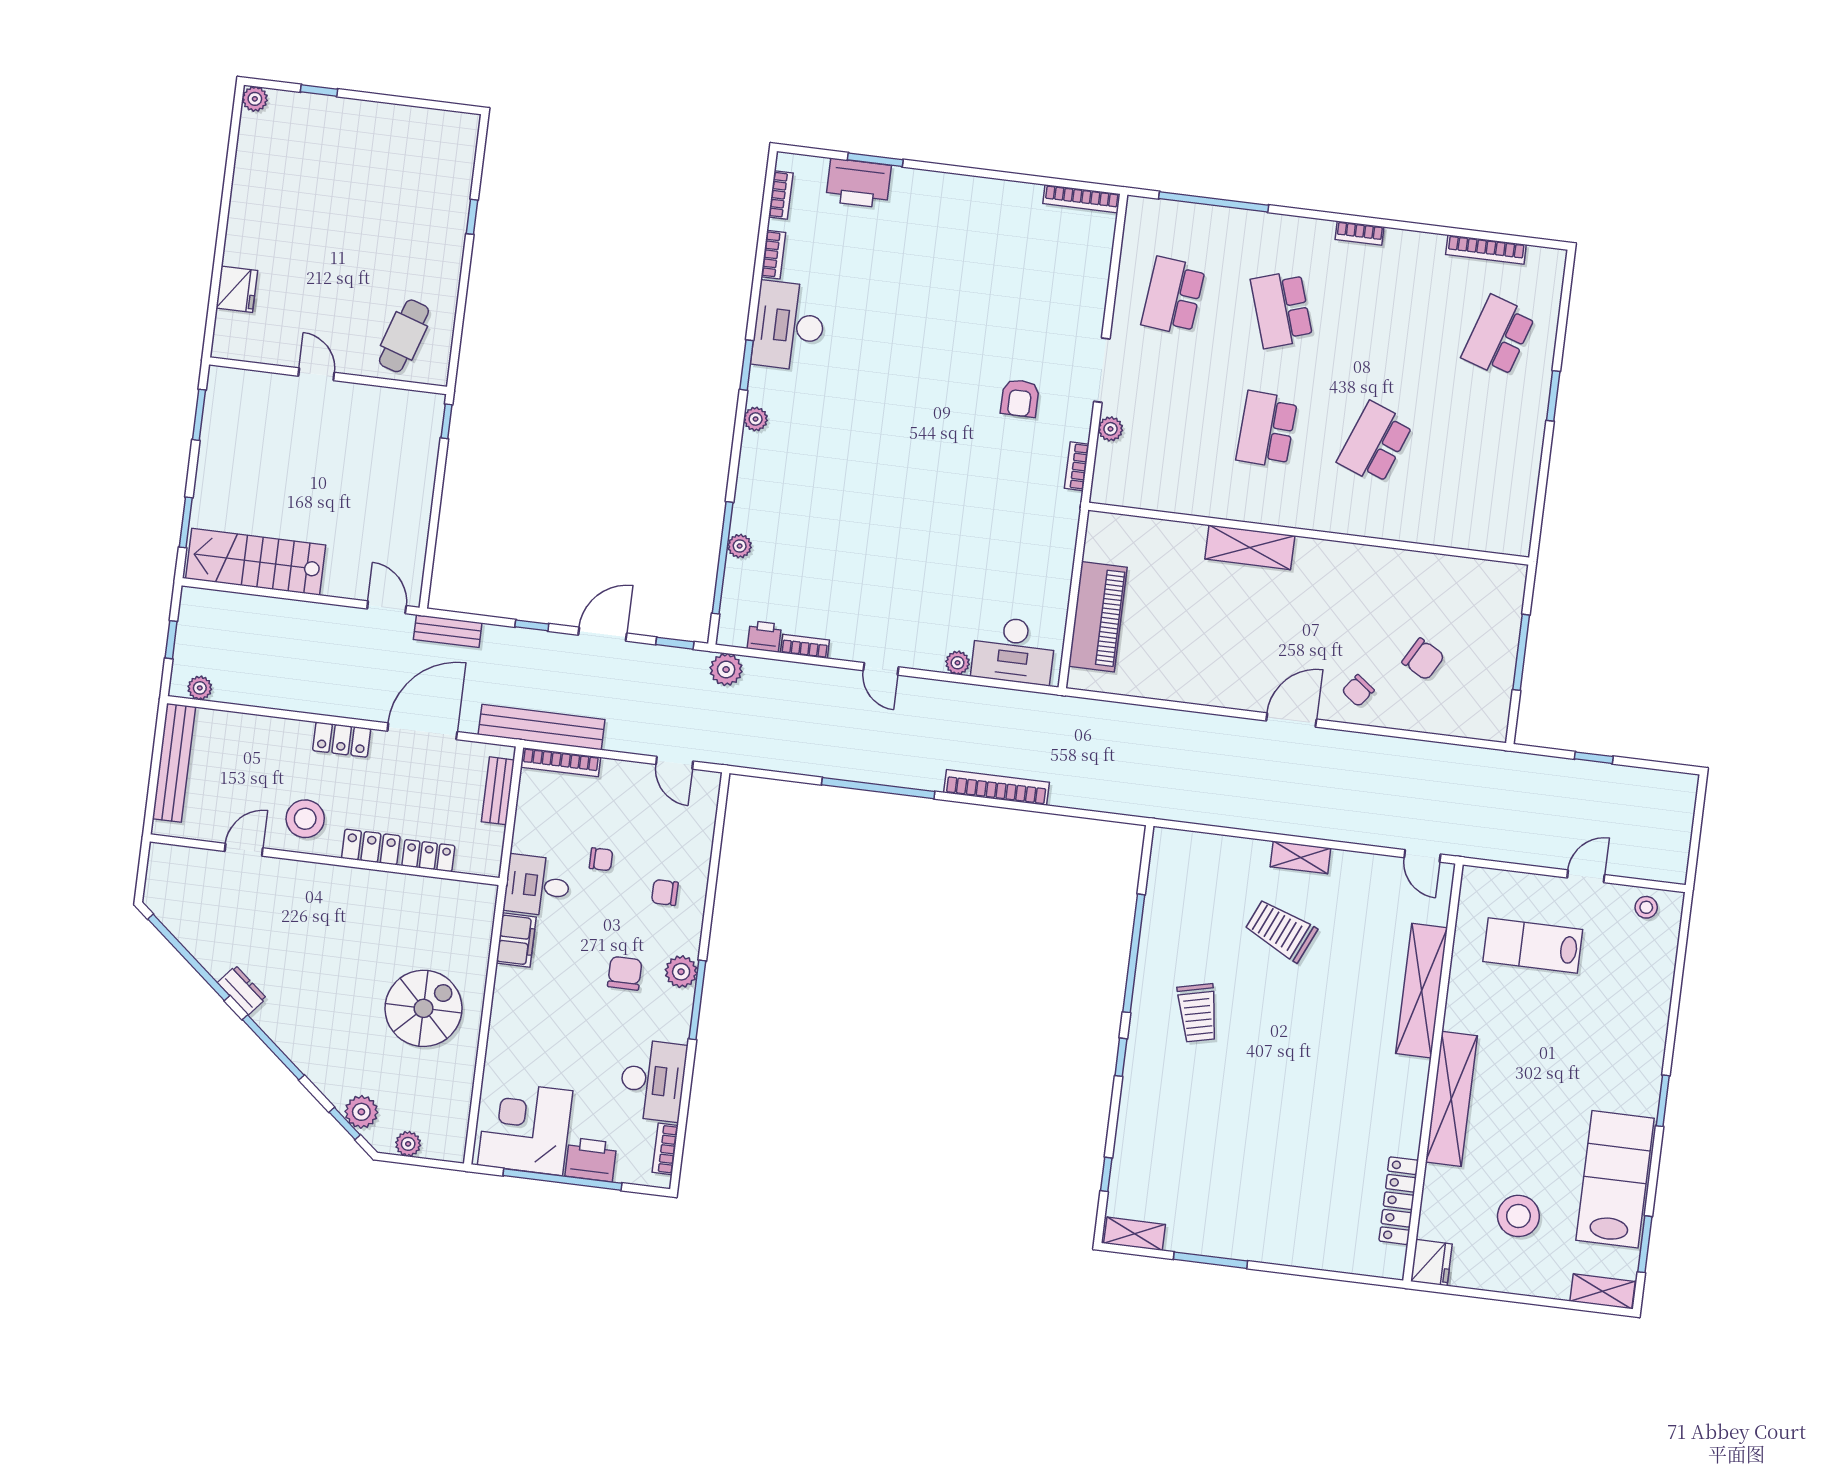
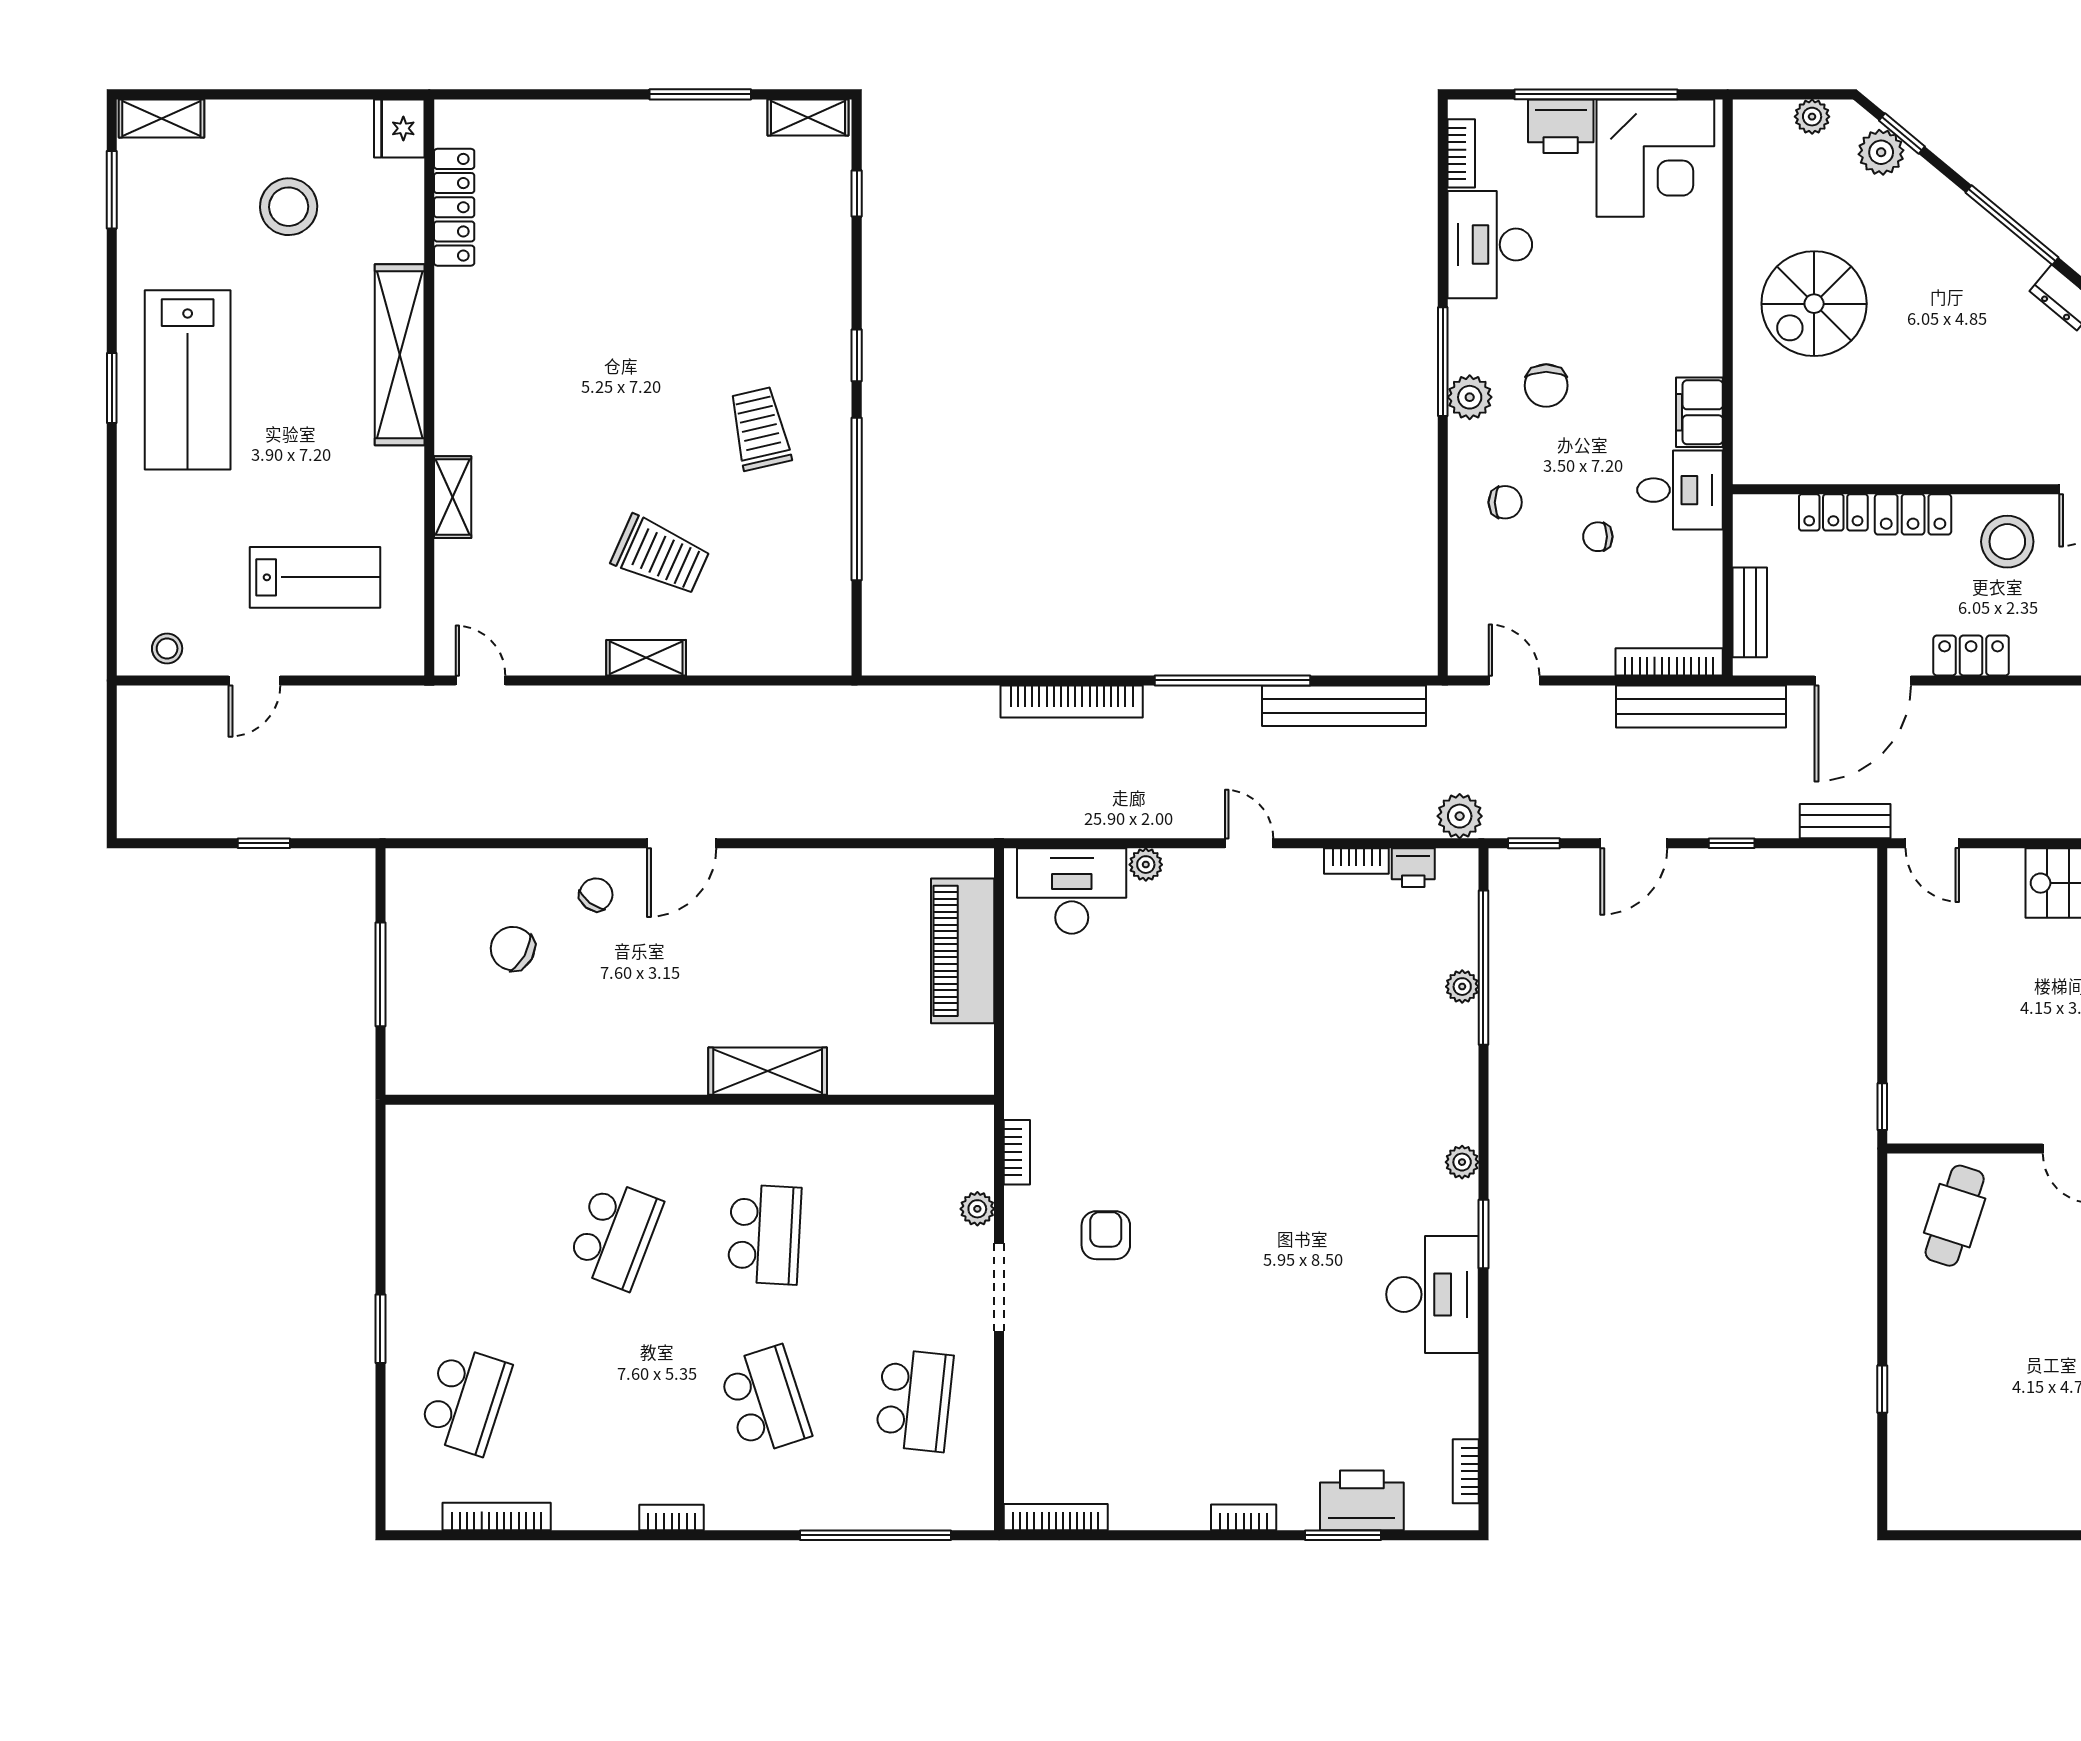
bookcase: (773, 255) -> (1244, 1517), moved, turned 90
bench: (800, 760) -> (1344, 706), added
shelving: (1422, 991) -> (453, 497), width x0.45, depth x0.75
lab bench: (1615, 1179) -> (188, 380), moved

